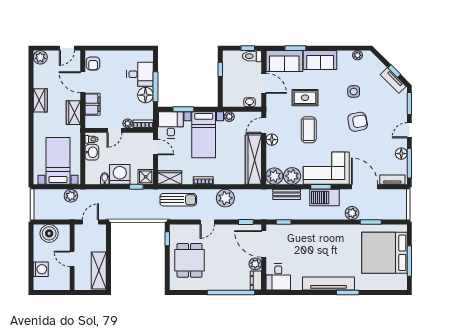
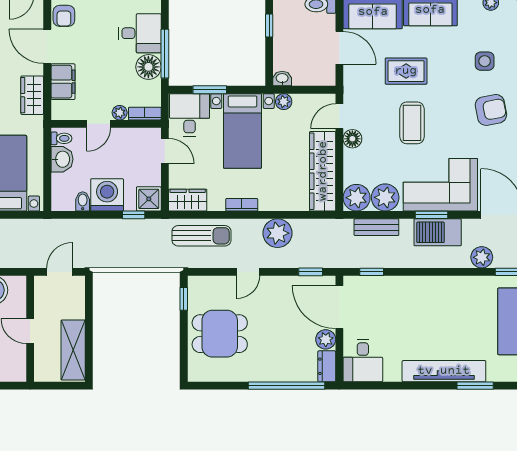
washbasin: (250, 102) -> (282, 79), moved
plant: (71, 196) -> (28, 229), removed
dining table: (190, 260) -> (220, 334), turned 90

